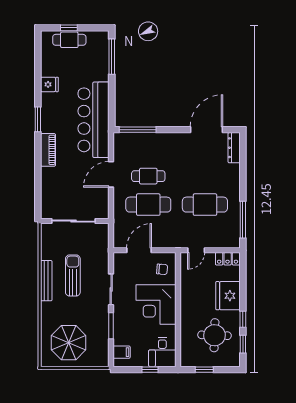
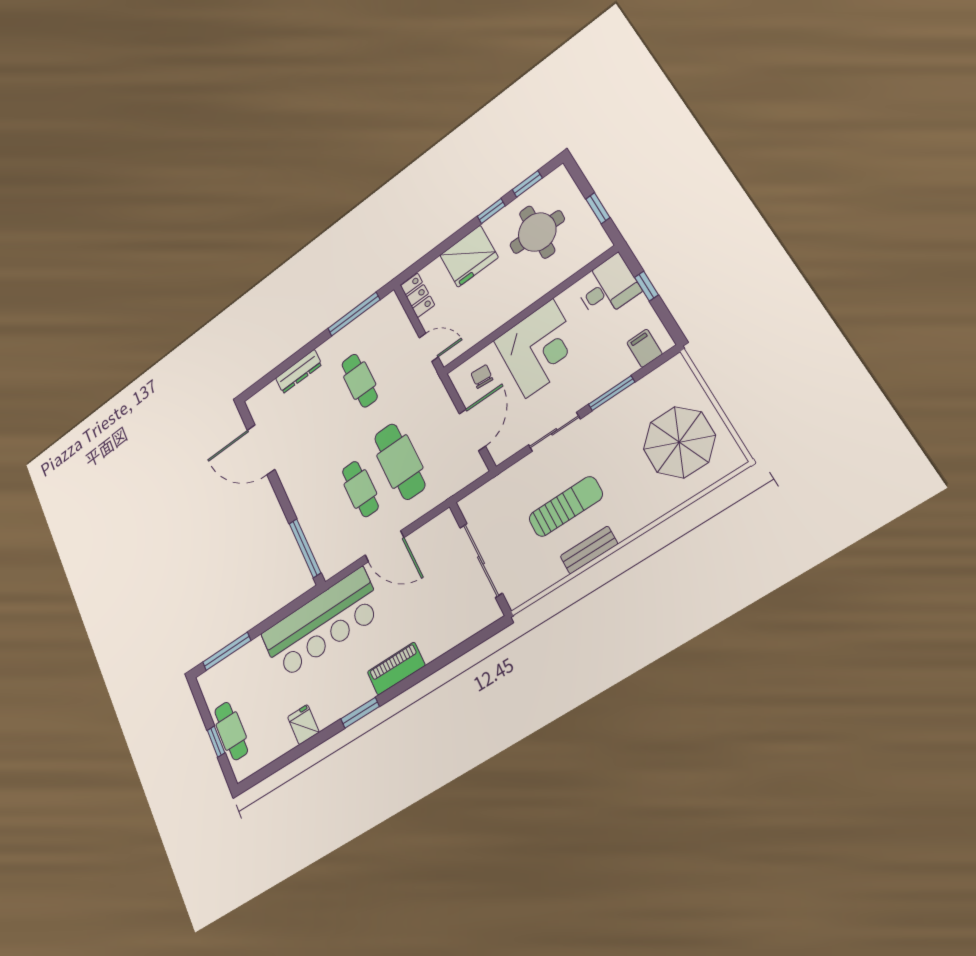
dresser: (234, 148) -> (299, 371), moved
cafe table: (205, 205) -> (360, 381), width x0.73, depth x0.74
door: (139, 250) -> (472, 430), swing flipped
sun lounger: (73, 275) -> (566, 507), turned 180
bench: (46, 281) -> (589, 550), width x0.73

